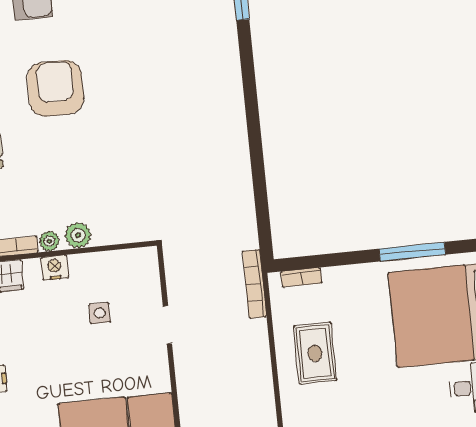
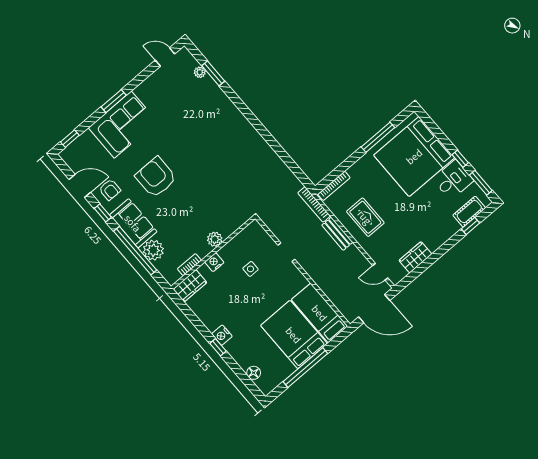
plant: (49, 241) -> (203, 251), removed
bookcase: (301, 277) -> (334, 186), width x1.56
bench: (259, 349) -> (337, 234), added

